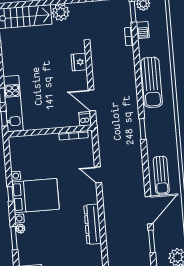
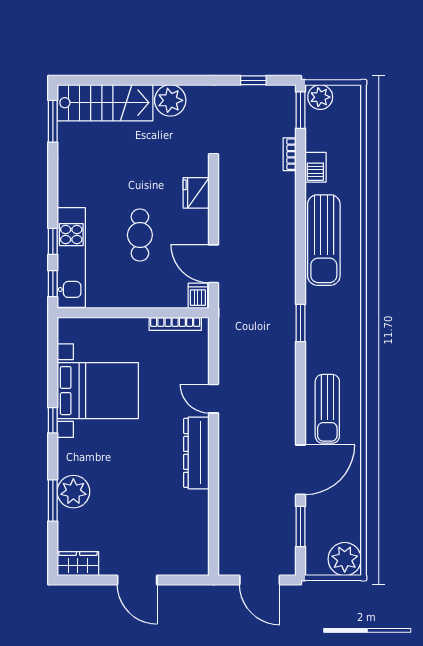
barbecue: (143, 30) -> (315, 167), moved
cafe table: (50, 88) -> (140, 235), added
bed with nightstands: (35, 196) -> (98, 391), moved
dresser: (93, 224) -> (196, 453), moved
plant: (20, 229) -> (73, 492), width x1.88, depth x1.88

